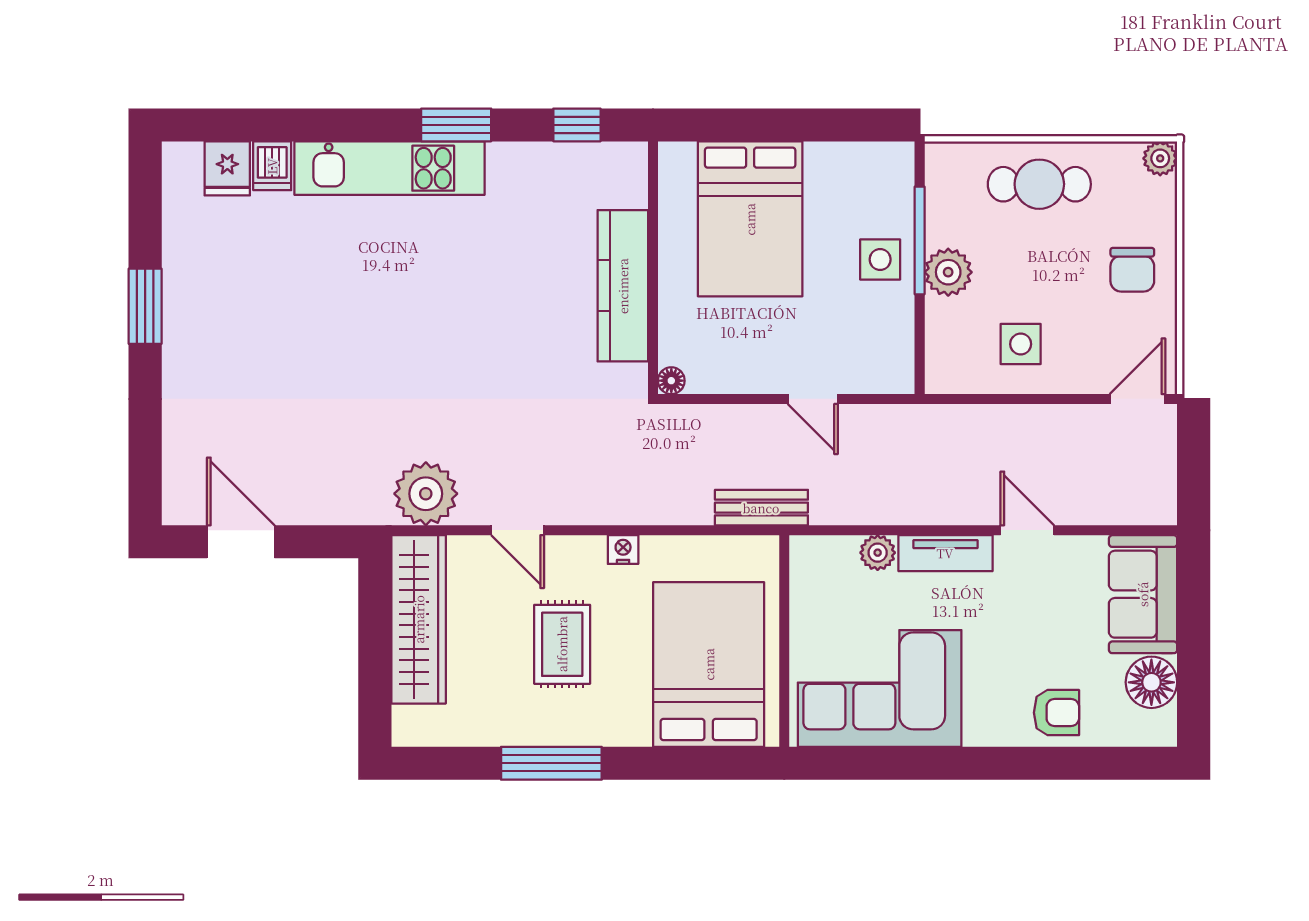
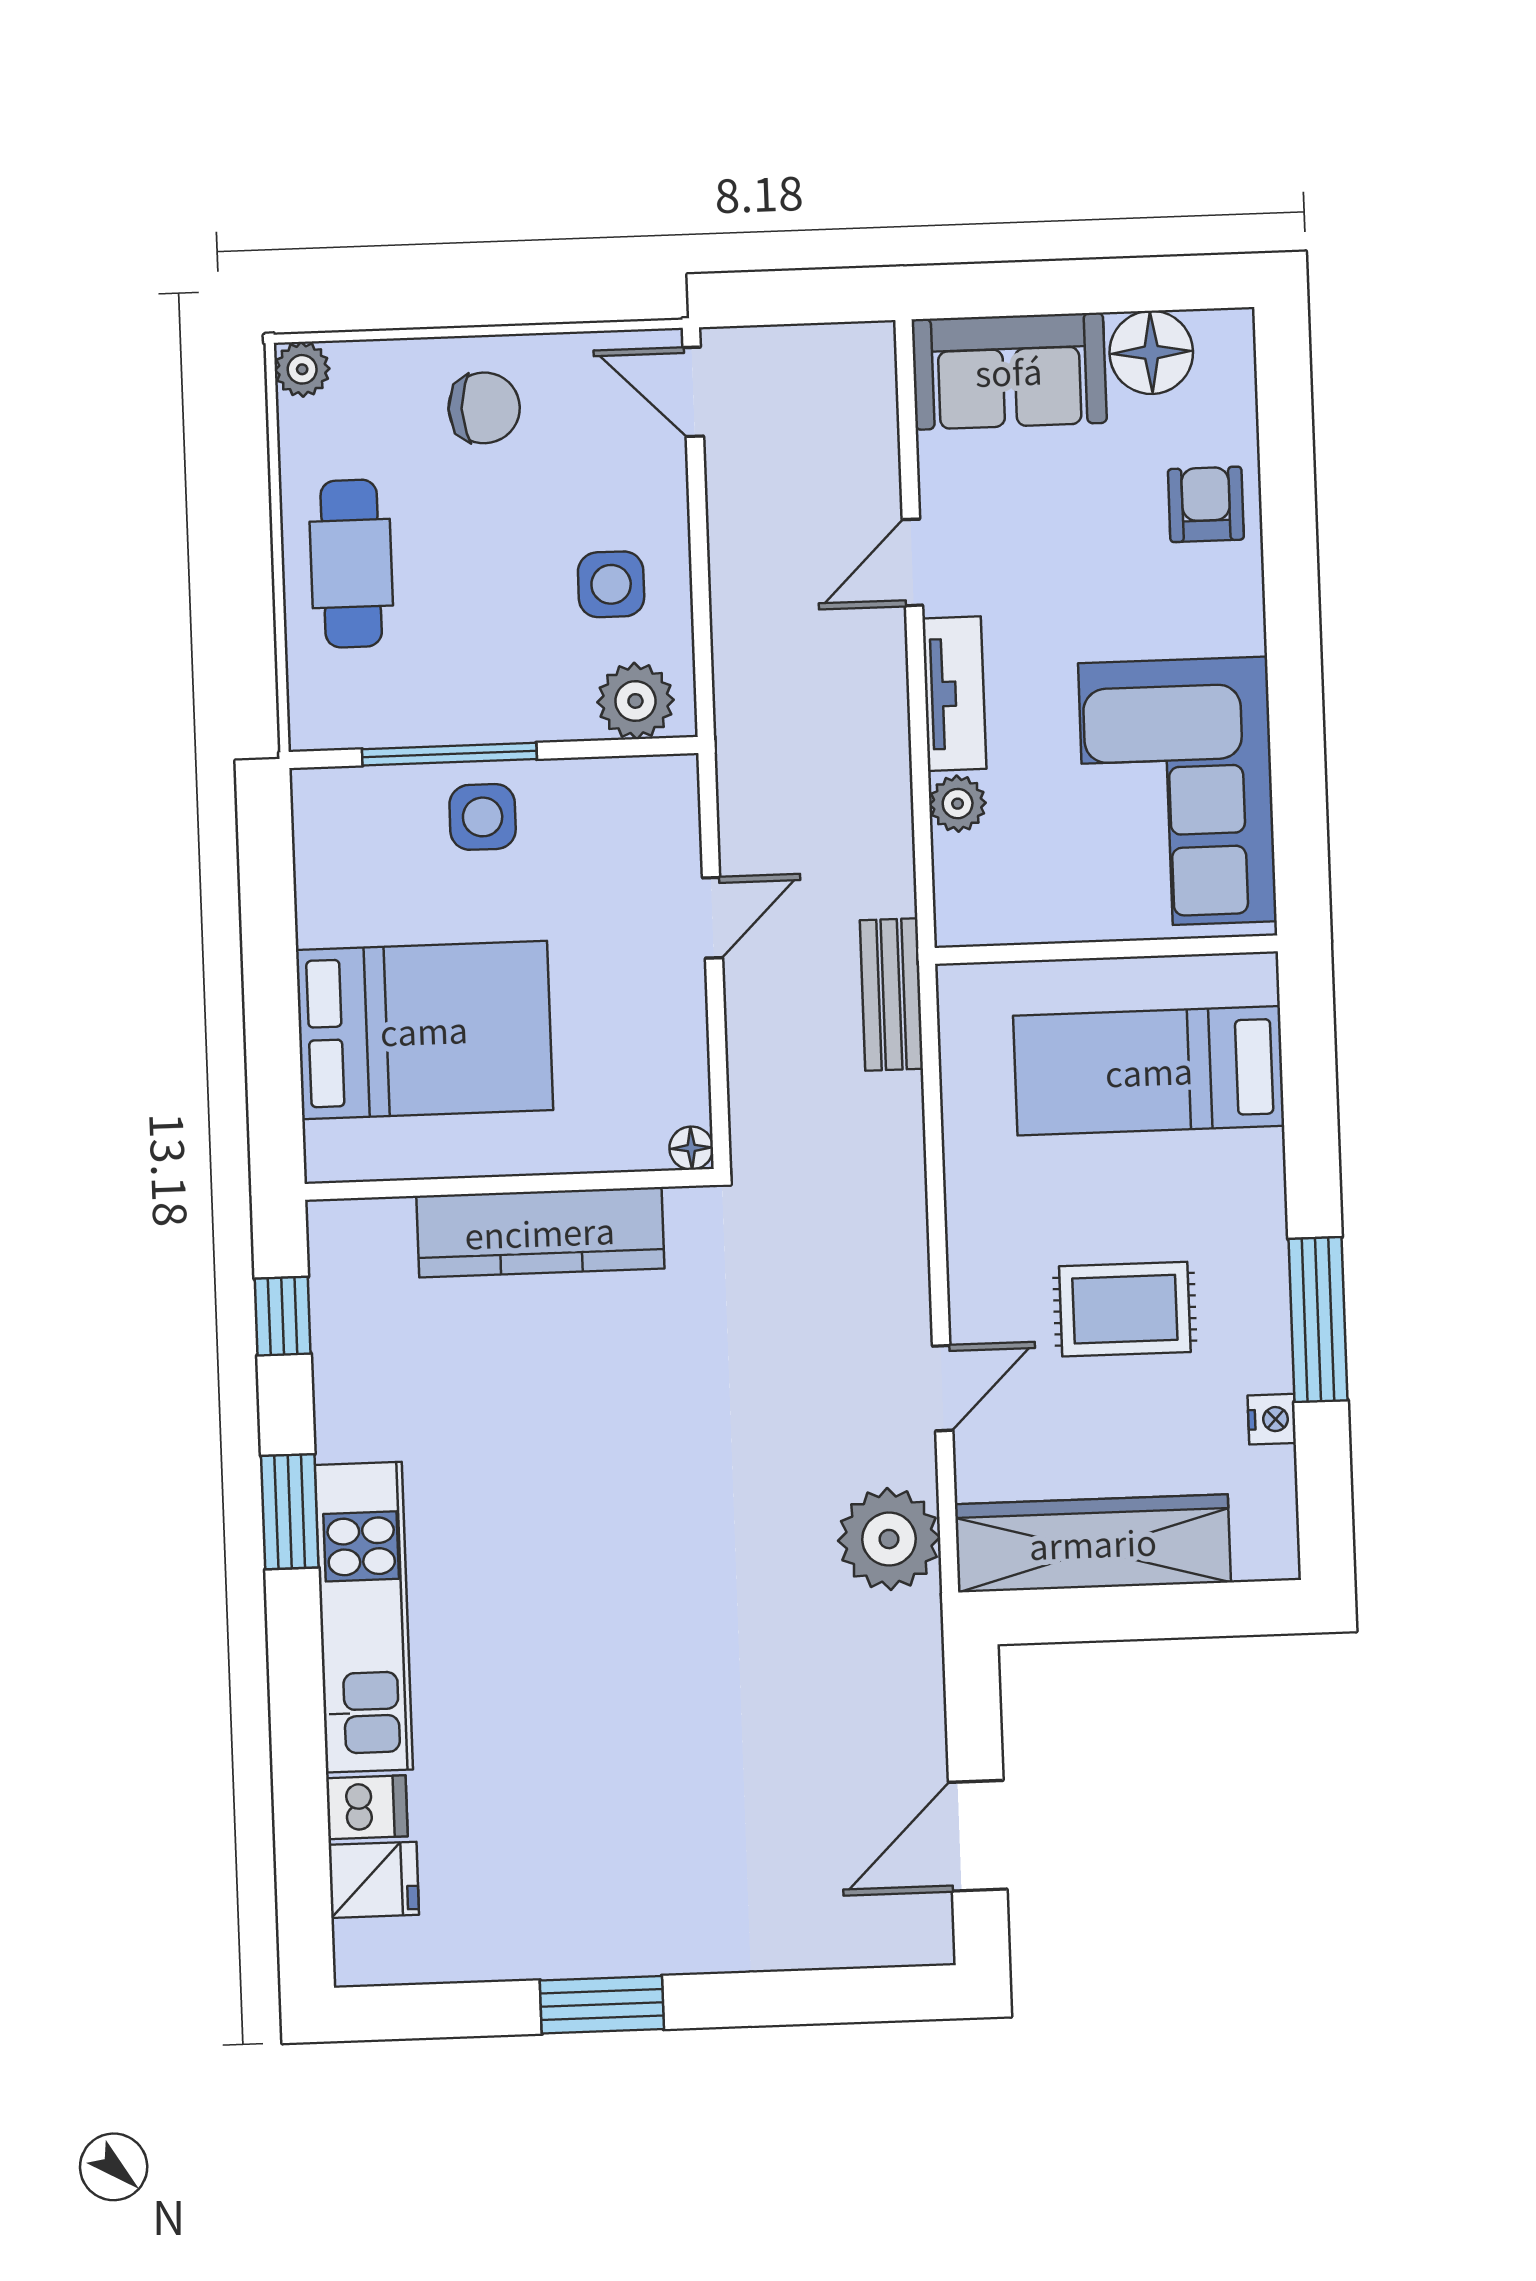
plant: (948, 272) -> (635, 701), moved
nightstand: (623, 550) -> (1272, 1419), moved, turned 180
bed: (709, 664) -> (1149, 1071), width x0.67

